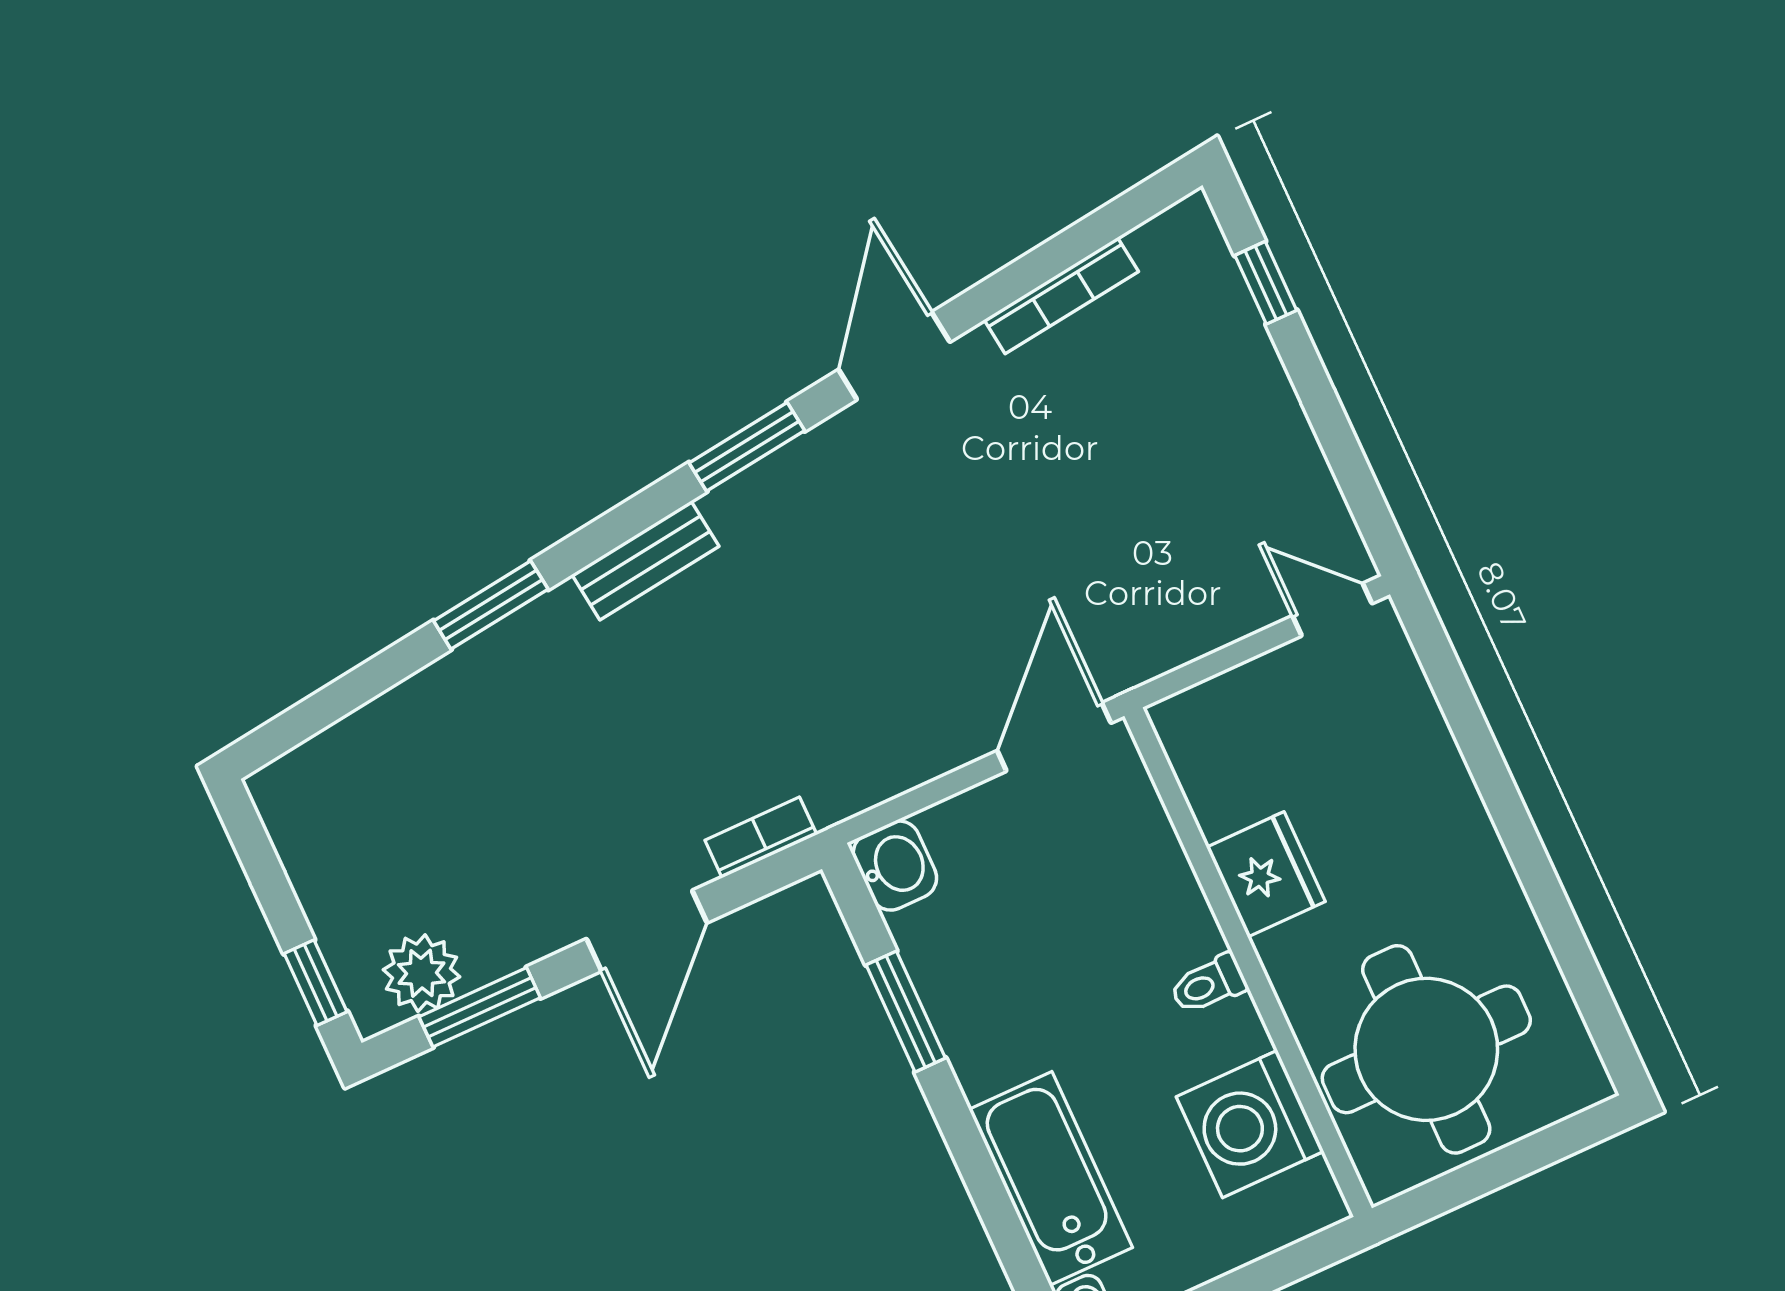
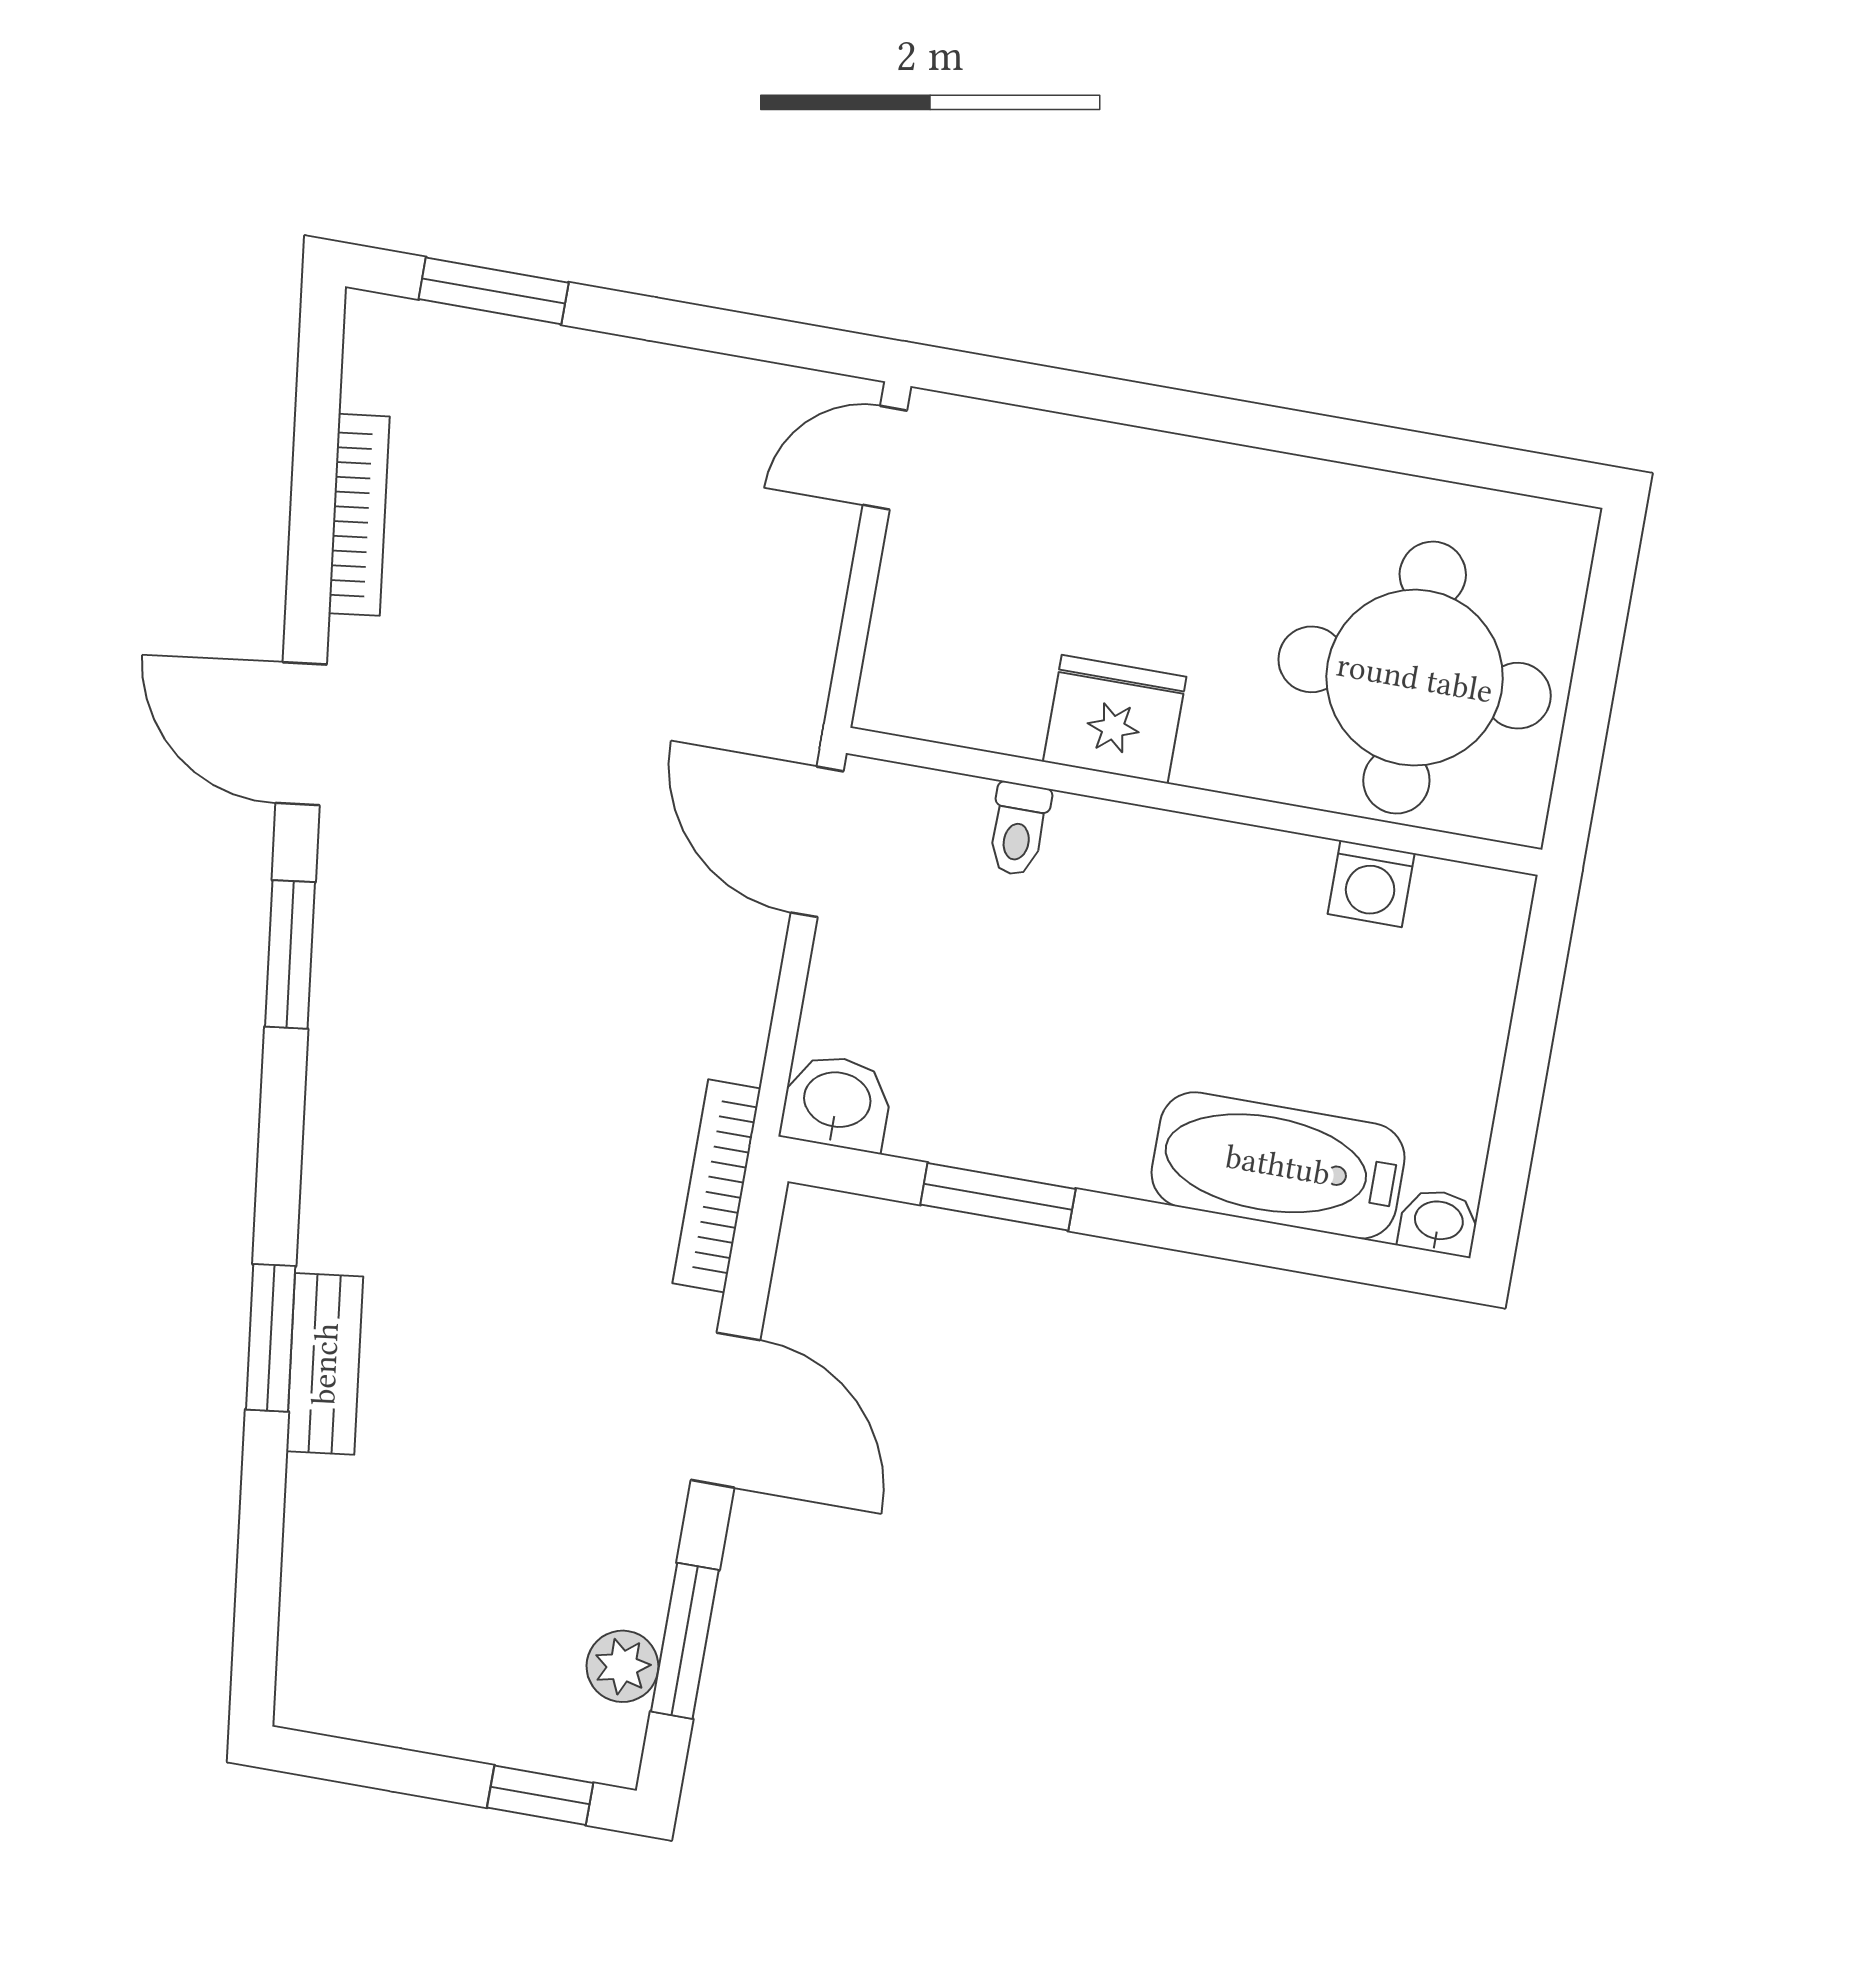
window: (1266, 283) -> (494, 291), width x1.50
bench: (645, 560) -> (325, 1364), moved
bookcase: (761, 837) -> (717, 1186), width x1.56
plant: (422, 973) -> (622, 1666), width x0.73, depth x0.73
toilet: (1208, 984) -> (1018, 829), moved
washing machine: (1250, 1124) -> (1371, 884), width x0.53, depth x0.53

